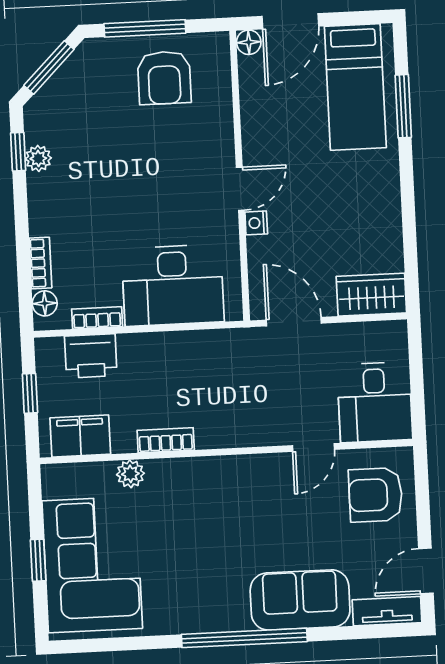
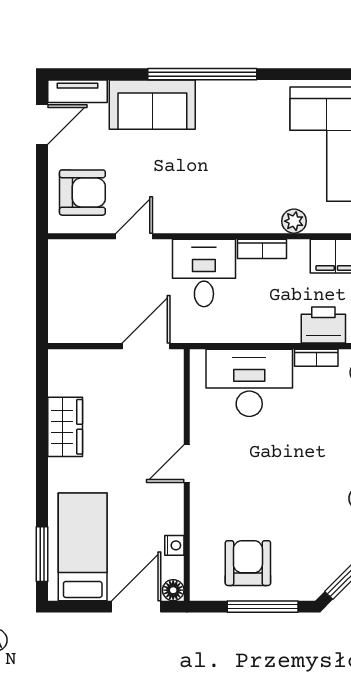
window: (403, 106) -> (42, 554), moved
nightstand: (256, 223) -> (174, 545), moved
wardrobe: (371, 295) -> (65, 427), moved, turned -90
door: (294, 322) -> (146, 346), swing flipped
desk: (375, 402) -> (204, 273), moved

